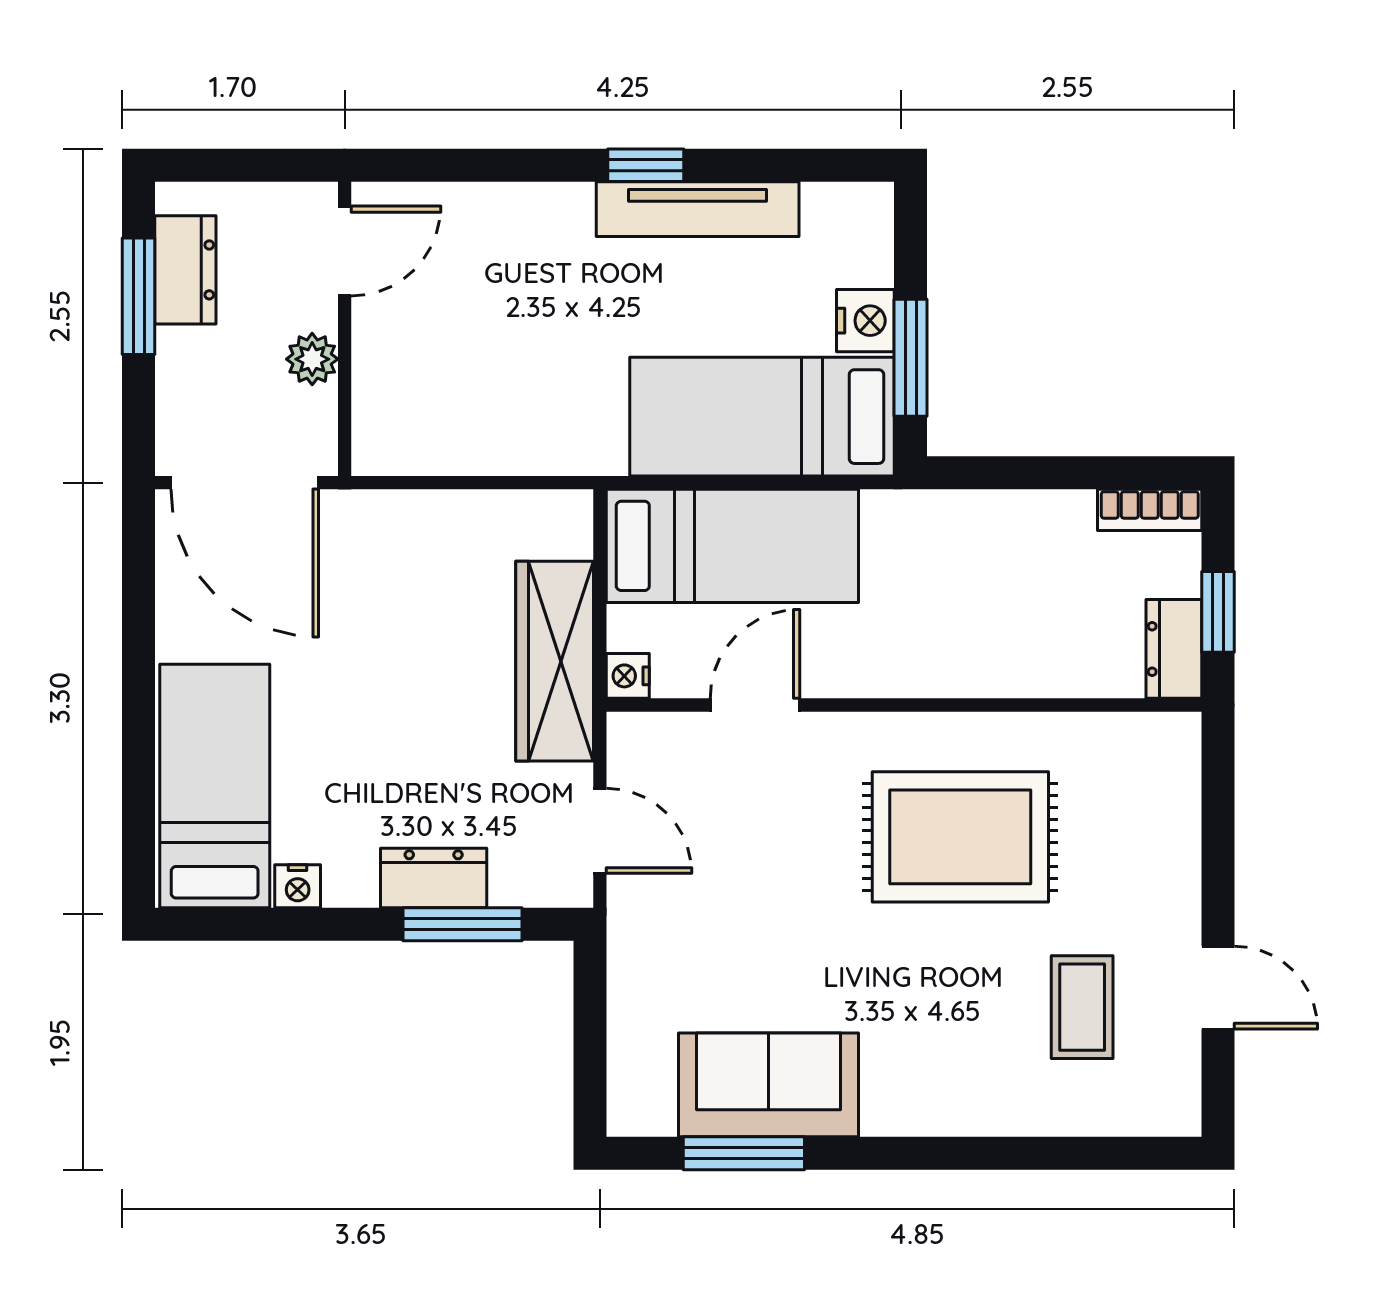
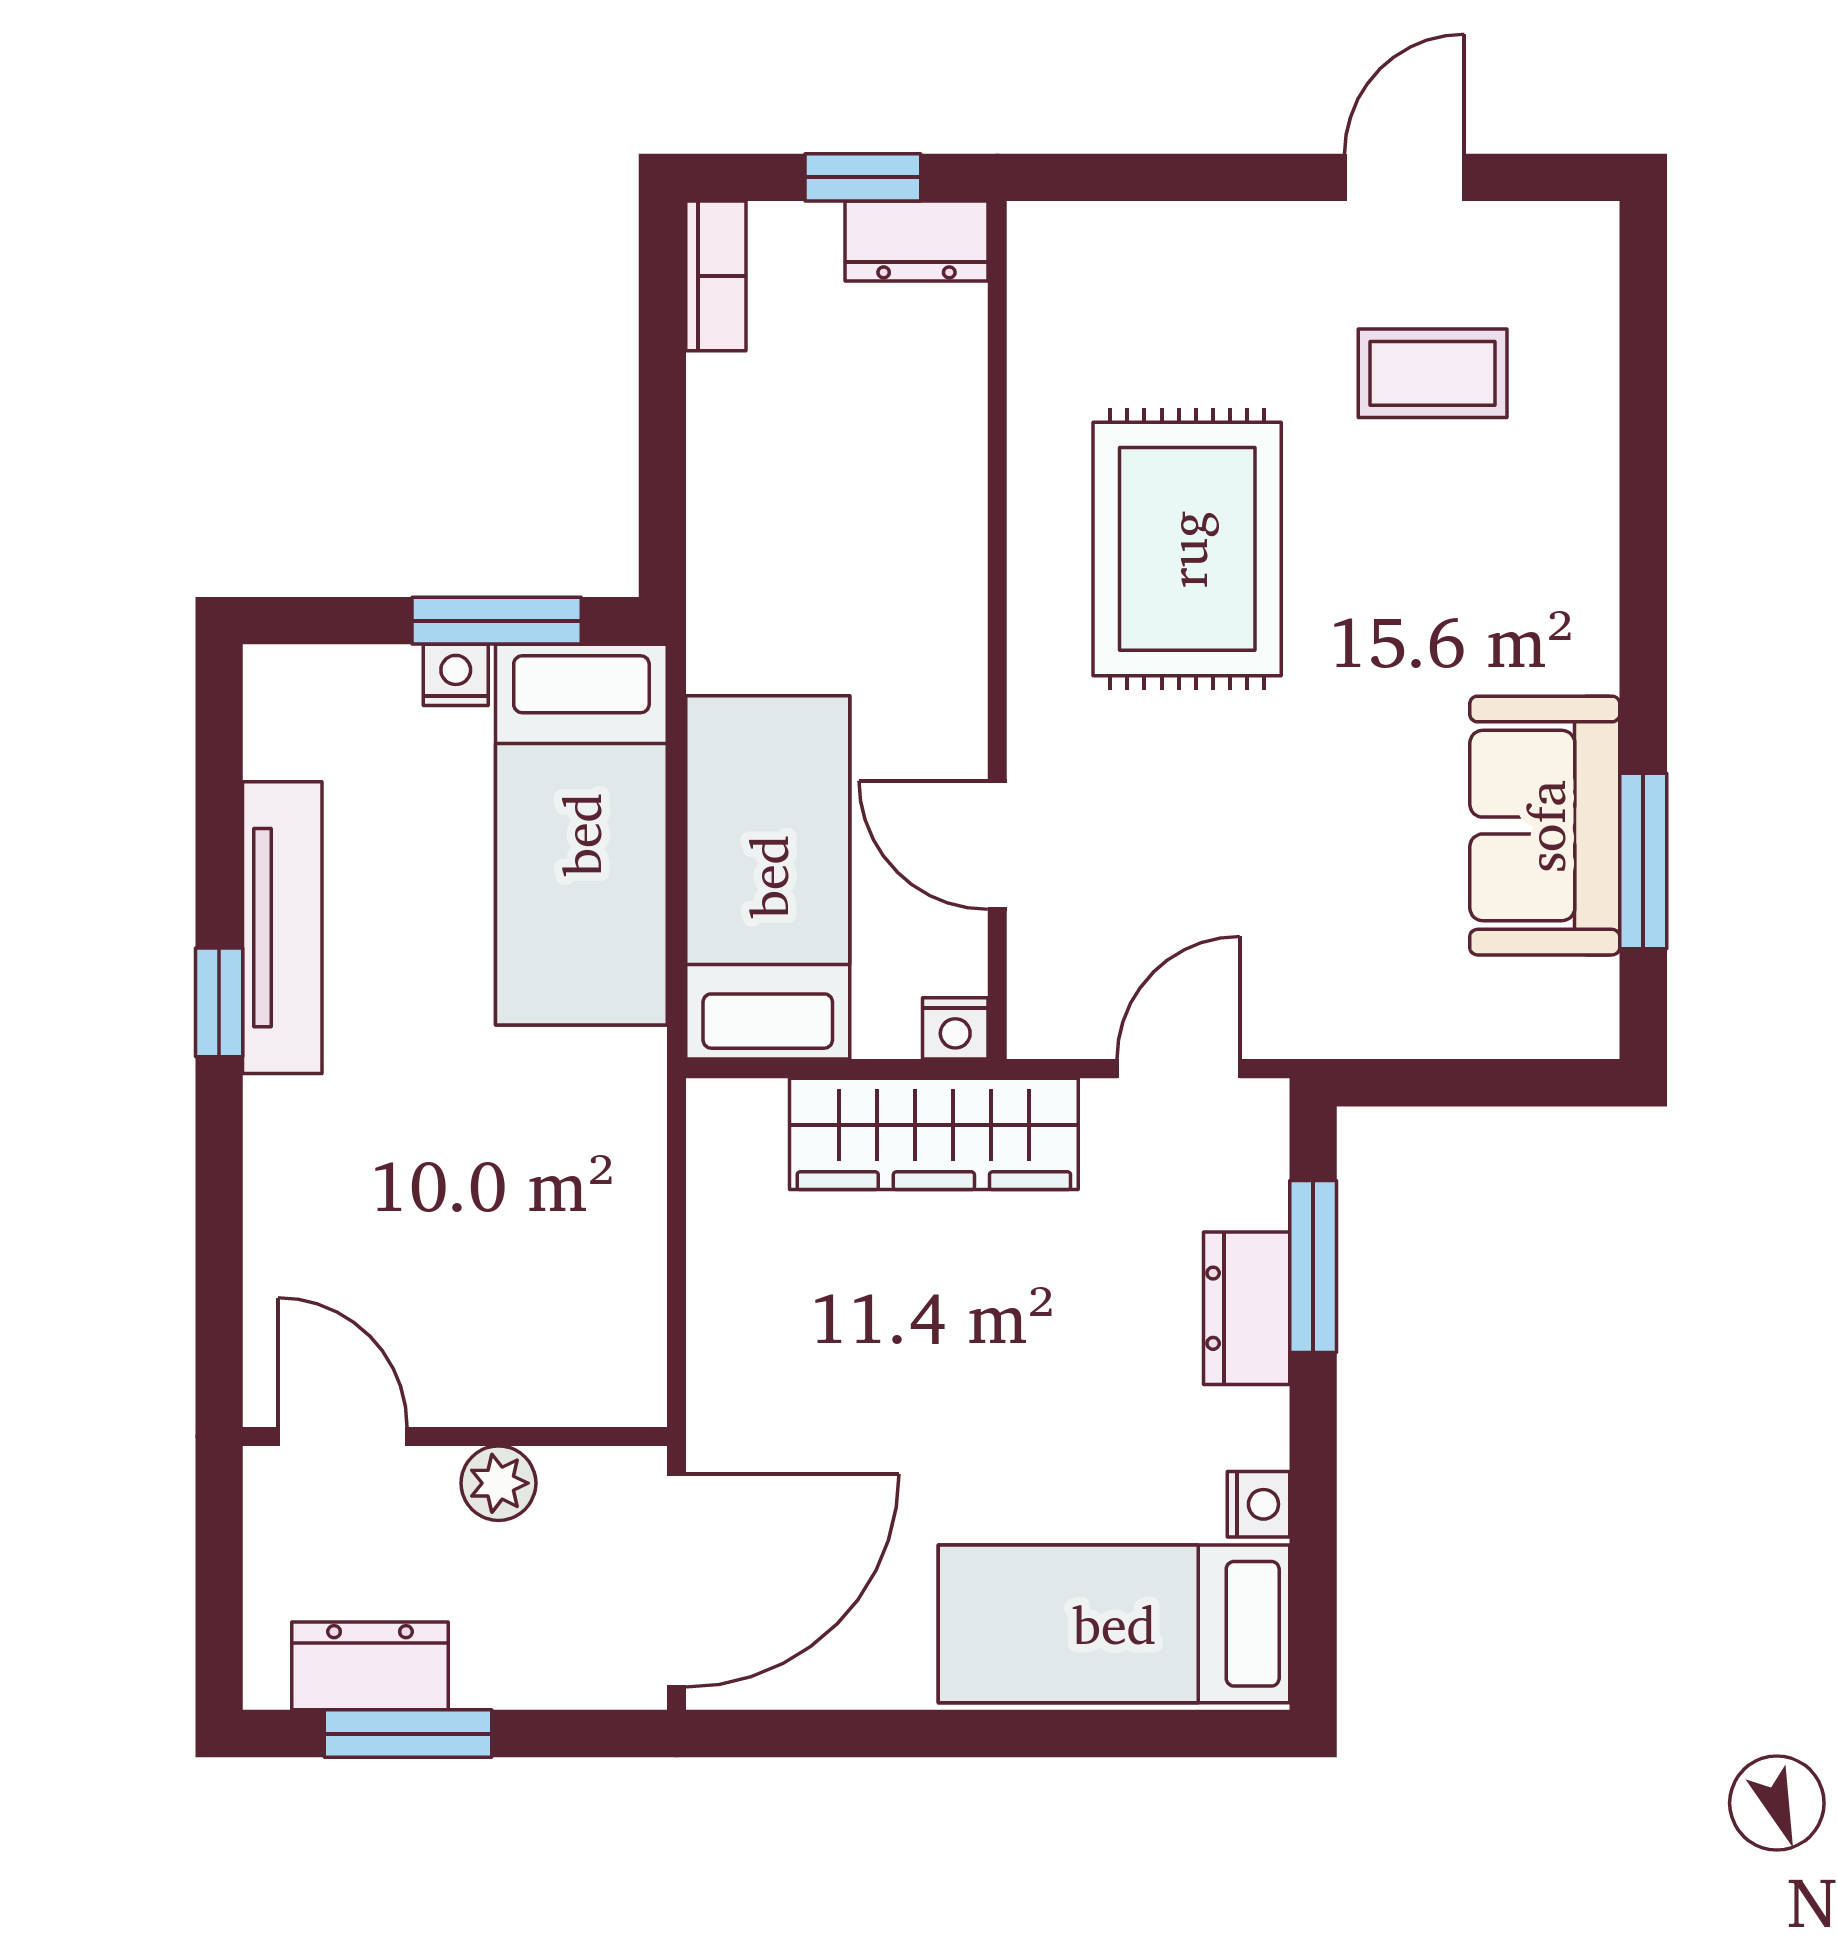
nightstand: (865, 321) -> (456, 675), width x0.72, depth x0.74

